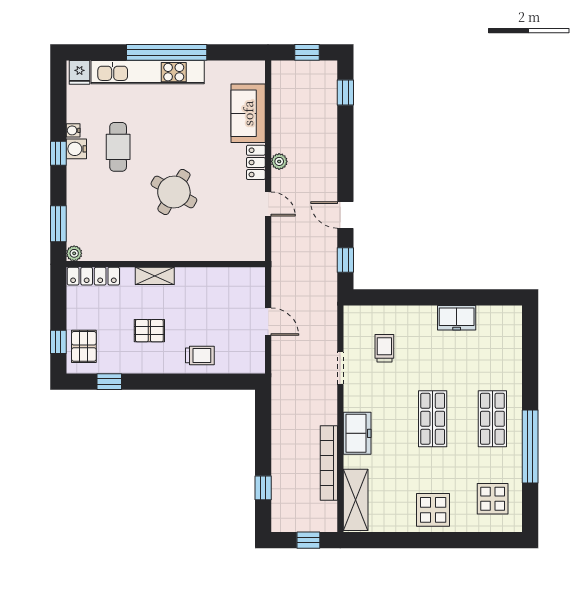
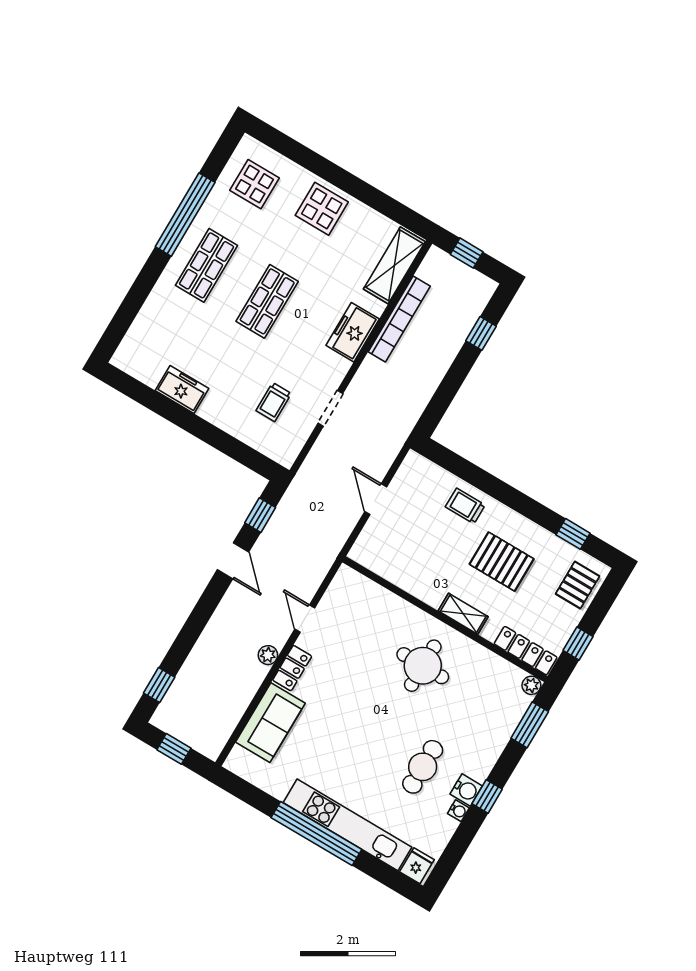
round table: (174, 192) -> (423, 666), moved, turned -30
pallet: (149, 331) -> (502, 562), width x1.50, depth x1.42
window: (58, 342) -> (578, 643), moved

